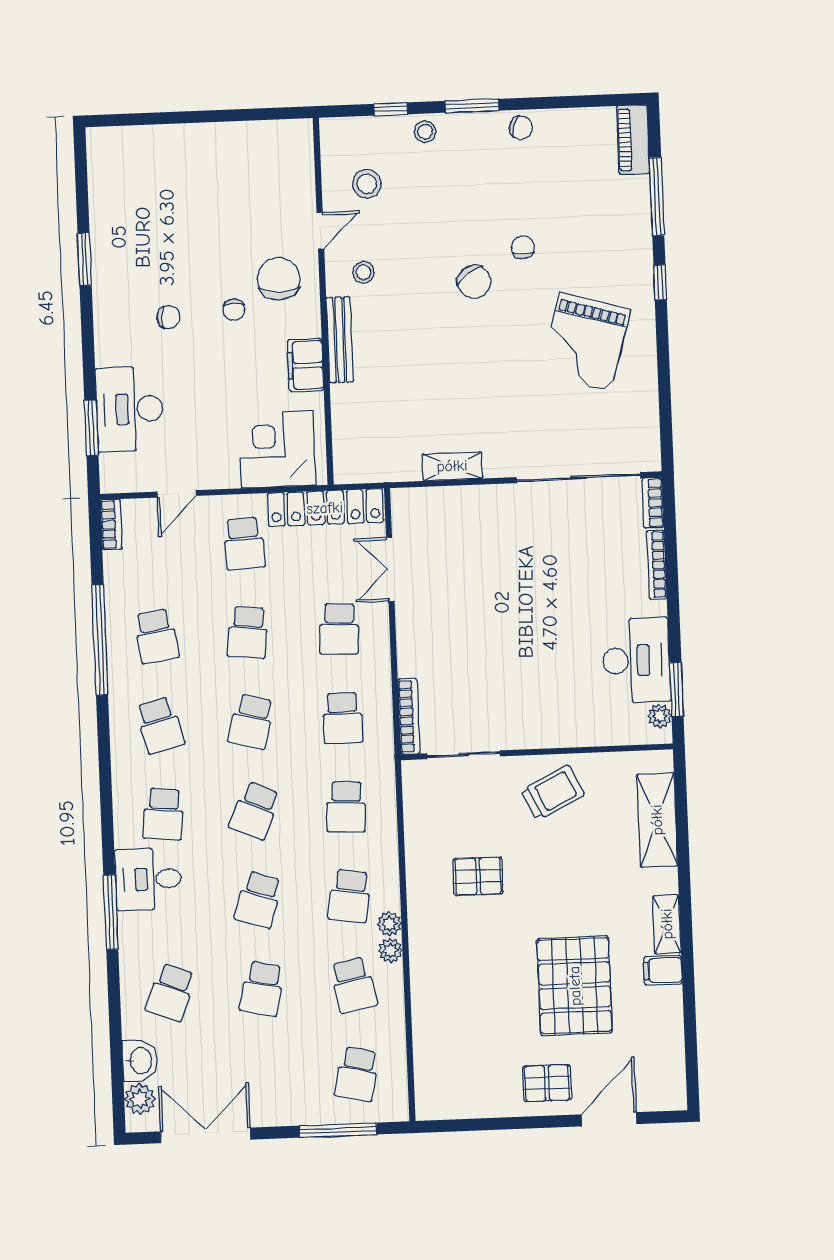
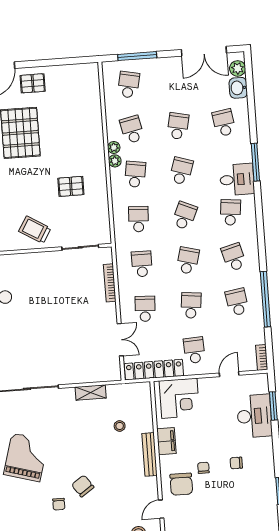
stool: (363, 272) -> (120, 426), moved
bookcase: (409, 716) -> (110, 283), moved
trolley: (552, 793) -> (35, 230), turned 57
school desk: (171, 992) -> (224, 123), turned -30

